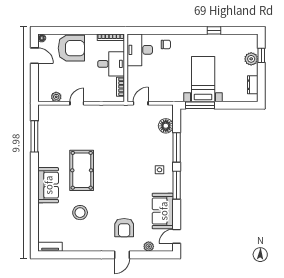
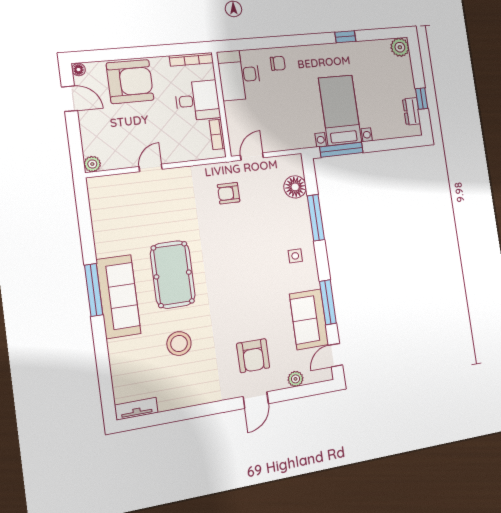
window: (261, 55) -> (422, 99), moved
plant: (251, 59) -> (400, 47), moved
plant: (56, 97) -> (92, 164), moved
armchair: (123, 125) -> (229, 193), added
window: (34, 136) -> (94, 290), moved
sofa: (48, 185) -> (118, 297), width x1.36
window: (177, 185) -> (328, 302), moved

